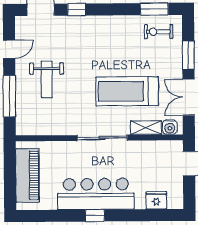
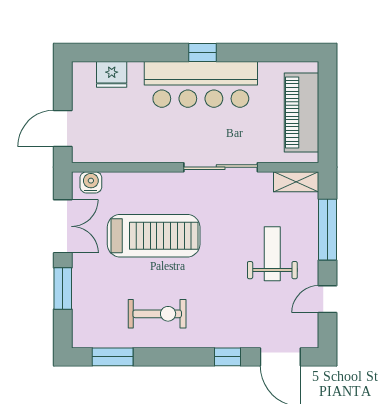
exercise bike: (158, 32) -> (157, 314), moved, width x1.38, depth x1.39
shelving: (146, 128) -> (296, 182), moved
sliding door: (102, 138) -> (221, 167), moved

